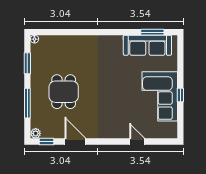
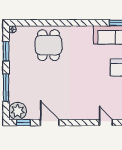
dining table: (64, 92) -> (48, 45), moved
plant: (36, 133) -> (18, 111), width x1.88, depth x1.88

